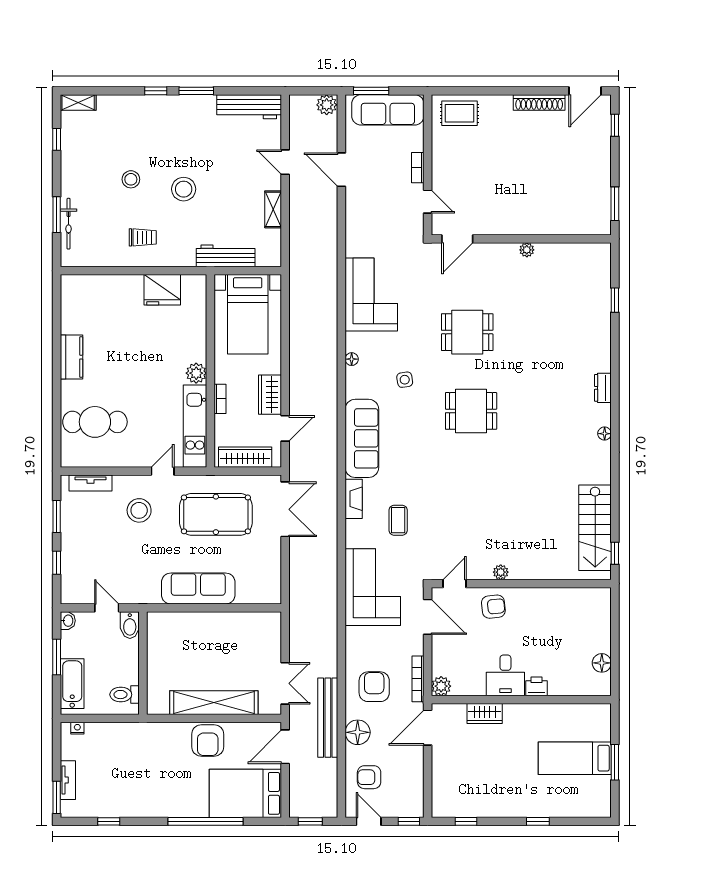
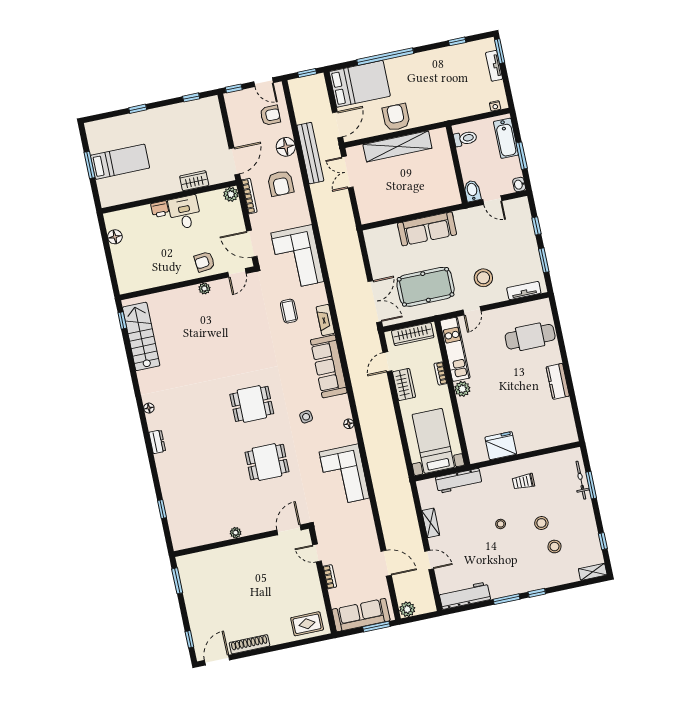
stool: (120, 146) -> (554, 547), added
stool: (184, 189) -> (501, 524), width x0.53, depth x0.53
double door: (285, 509) -> (375, 302), swing flipped

